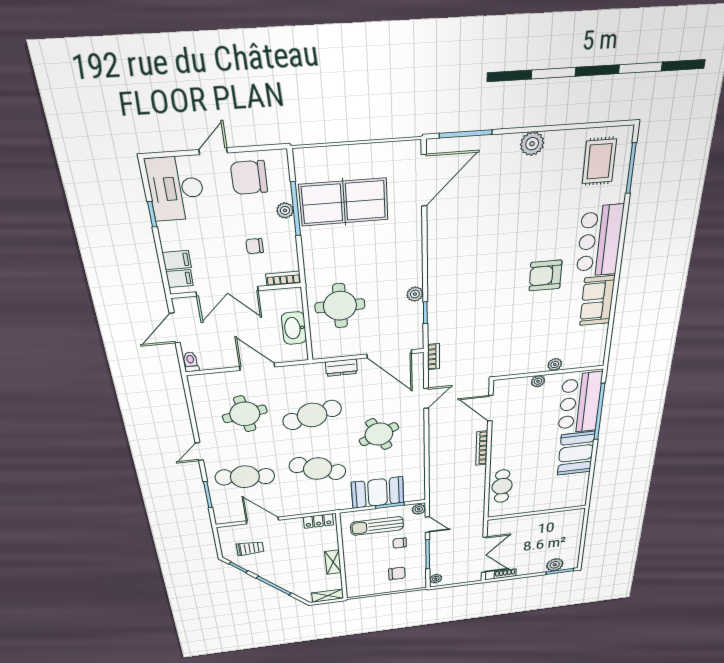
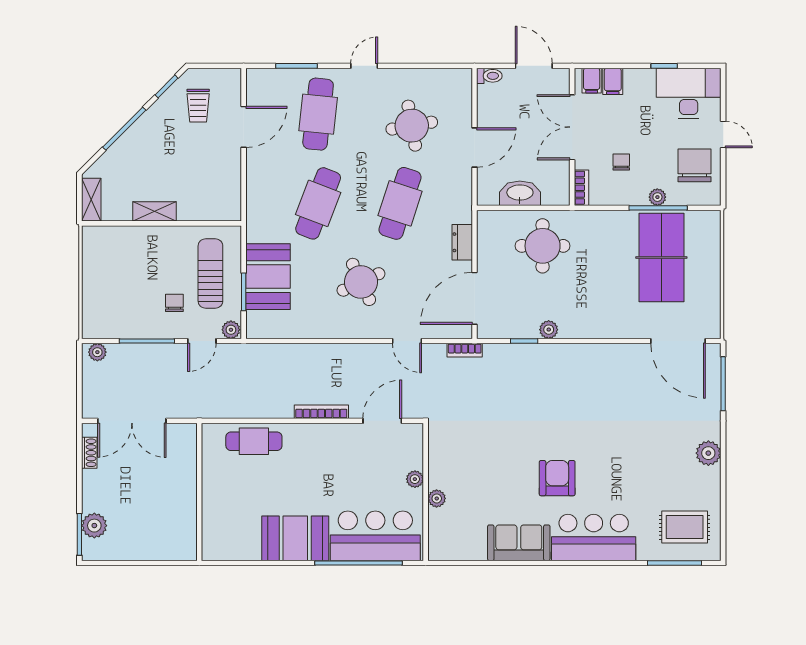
cafe table: (312, 415) -> (400, 203), turned 33
door: (199, 452) -> (364, 66), hinge flipped
locker: (318, 521) -> (231, 198), removed
chair: (397, 573) -> (117, 298), removed

